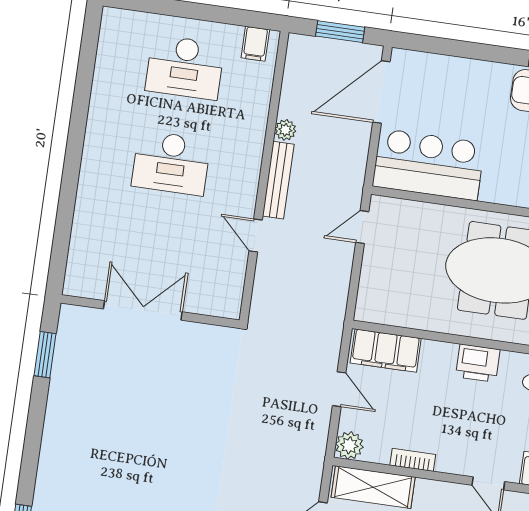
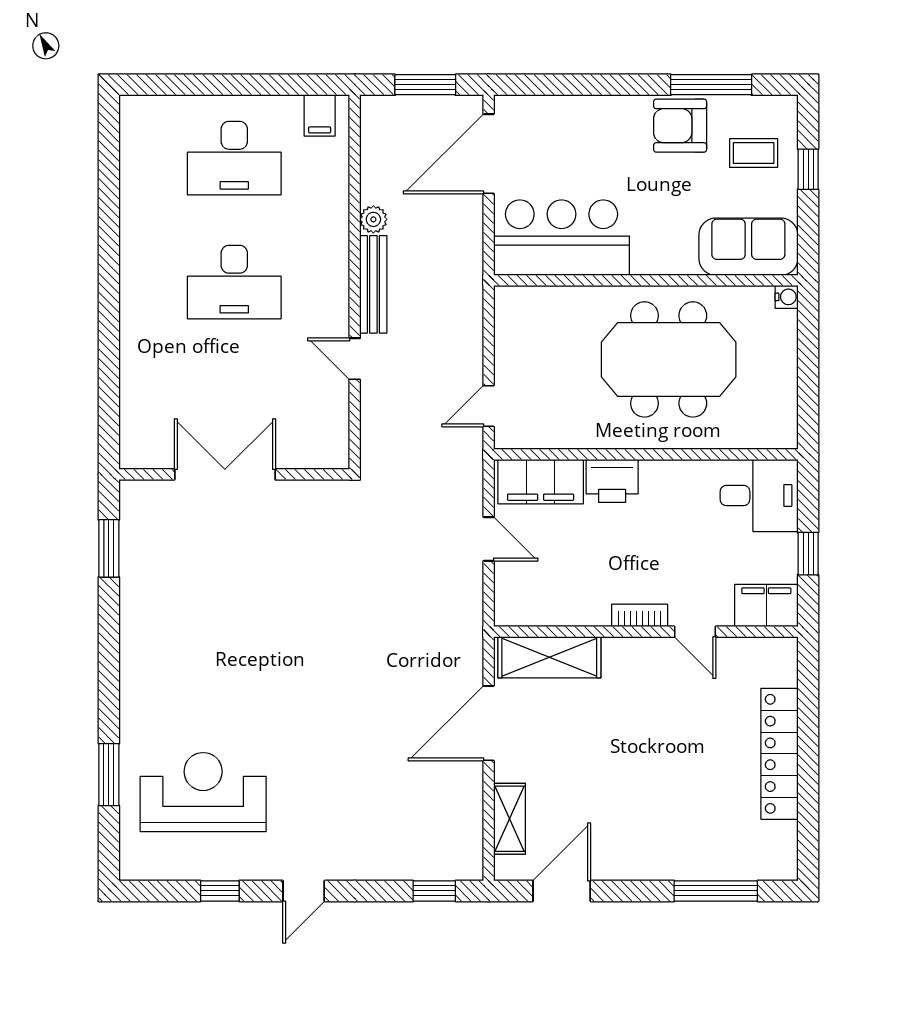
door: (362, 227) -> (489, 406), moved
printer: (478, 363) -> (612, 481), moved
plant: (349, 445) -> (512, 609), removed
bookcase: (413, 460) -> (640, 615), moved

